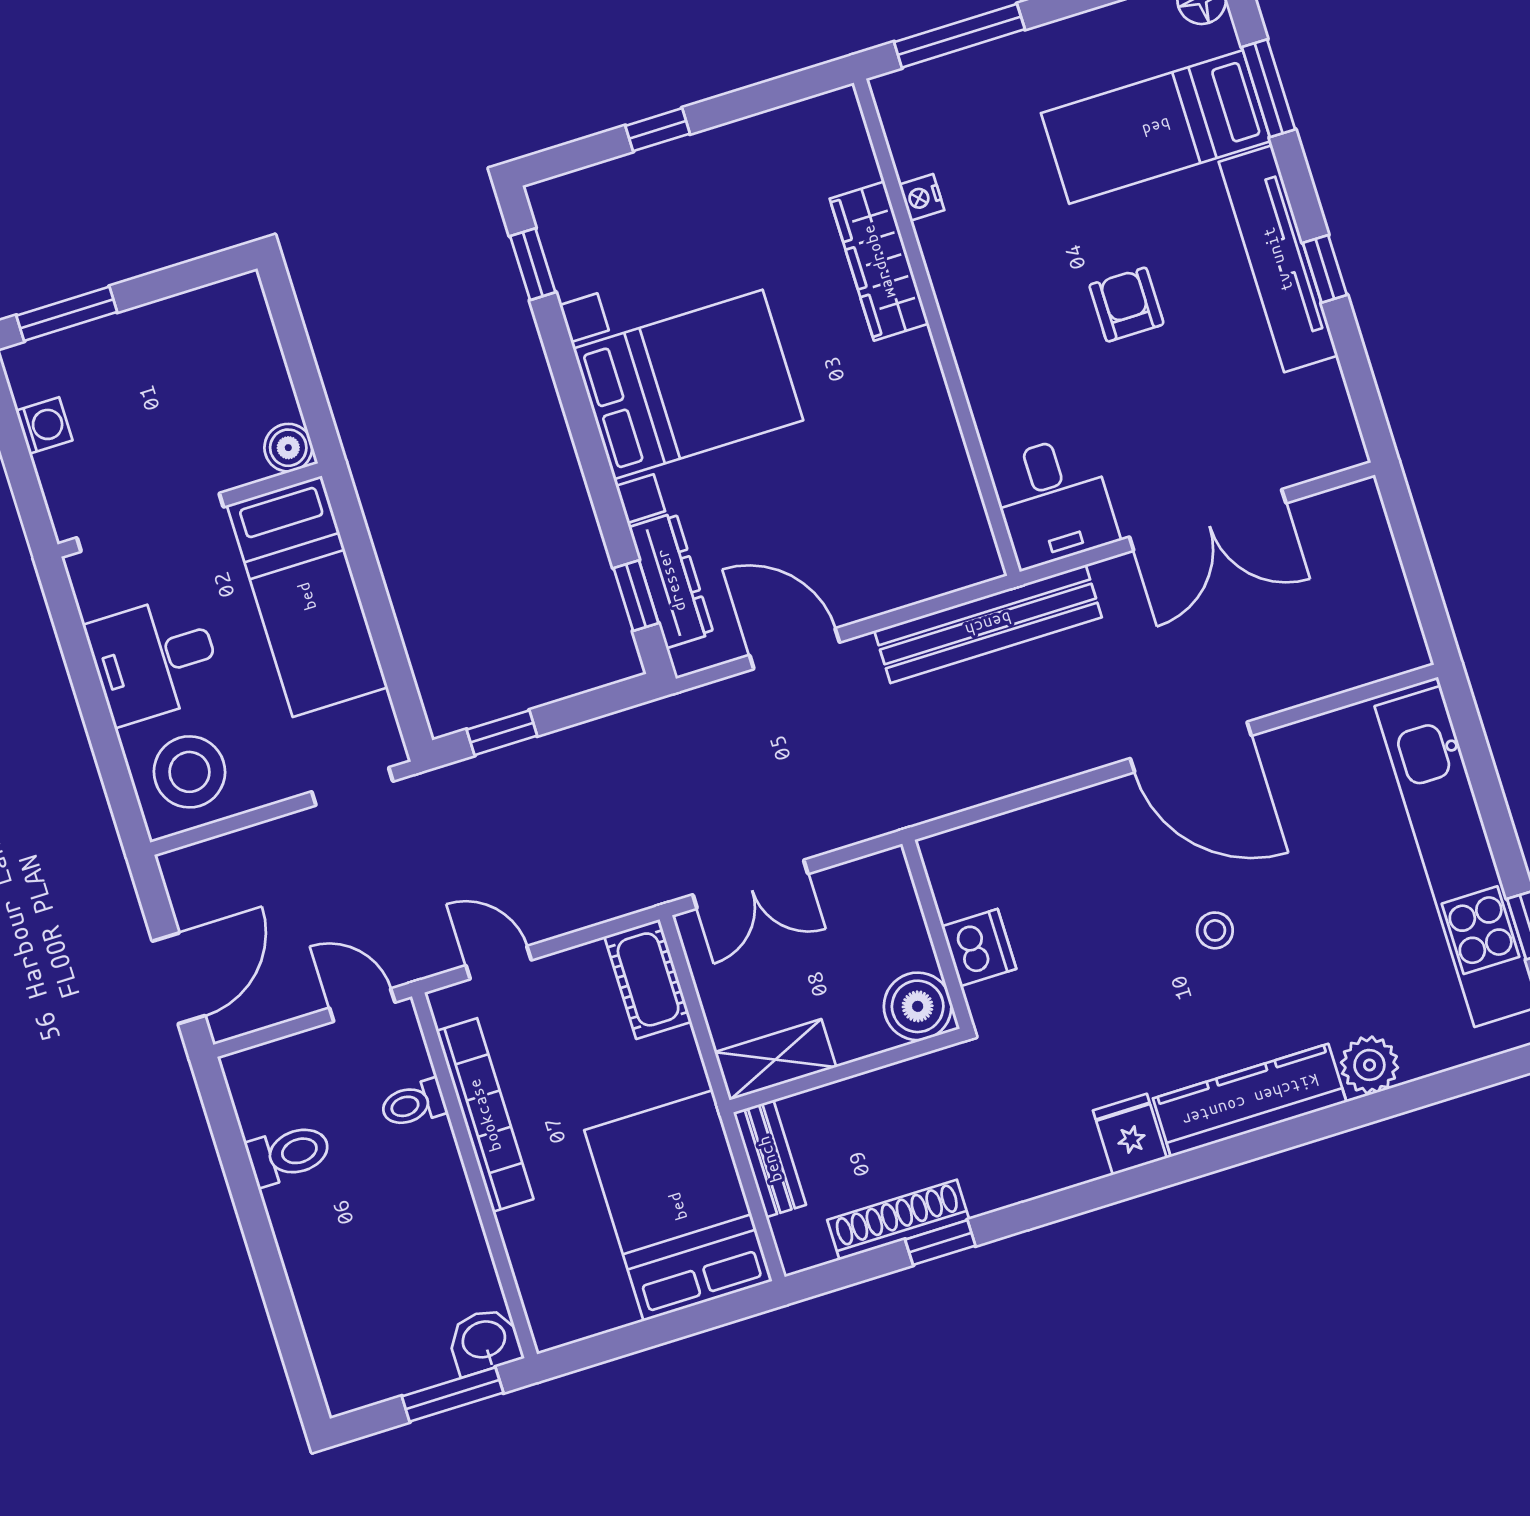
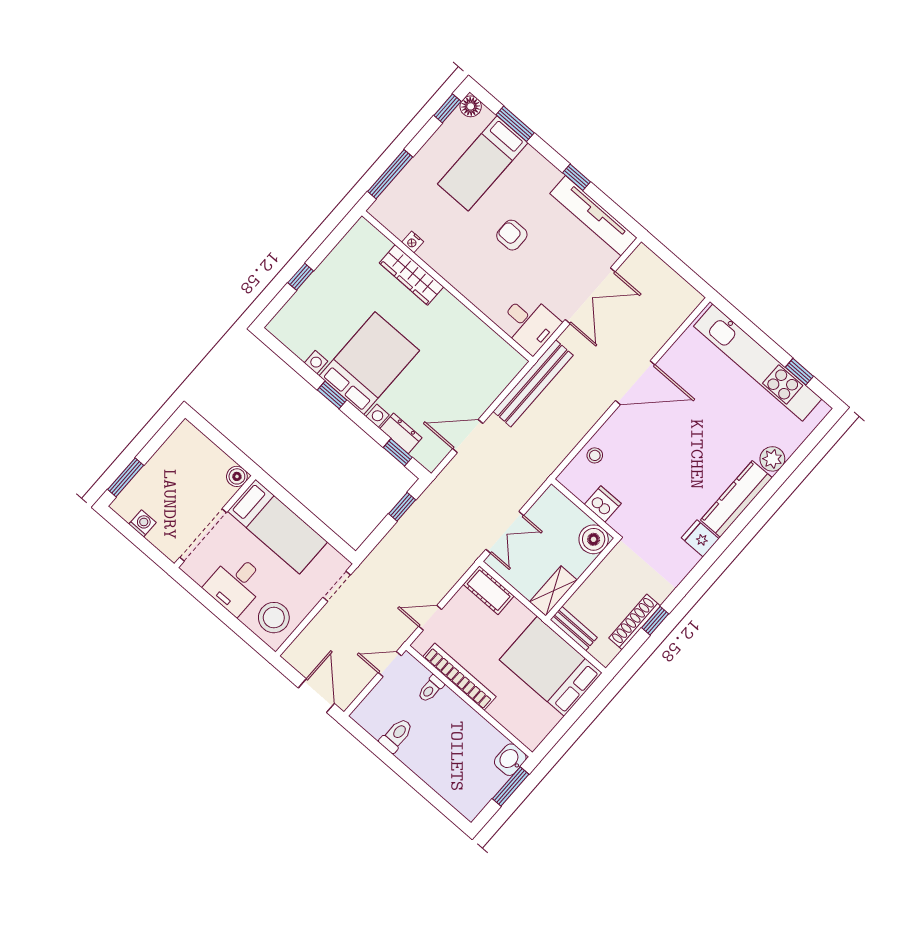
tv unit: (1278, 259) -> (593, 216), moved
window: (533, 264) -> (332, 395), moved
dresser: (671, 580) -> (401, 433), width x0.70
window: (502, 733) -> (402, 507), moved
stool: (1215, 930) -> (595, 455), moved

